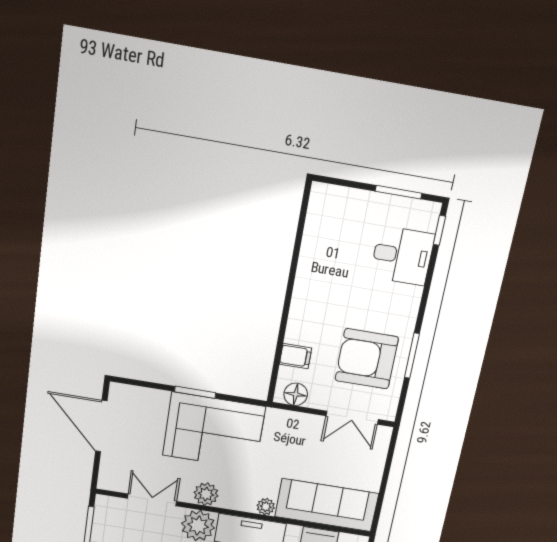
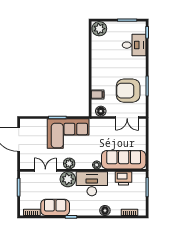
plant: (328, 202) -> (99, 29), added

